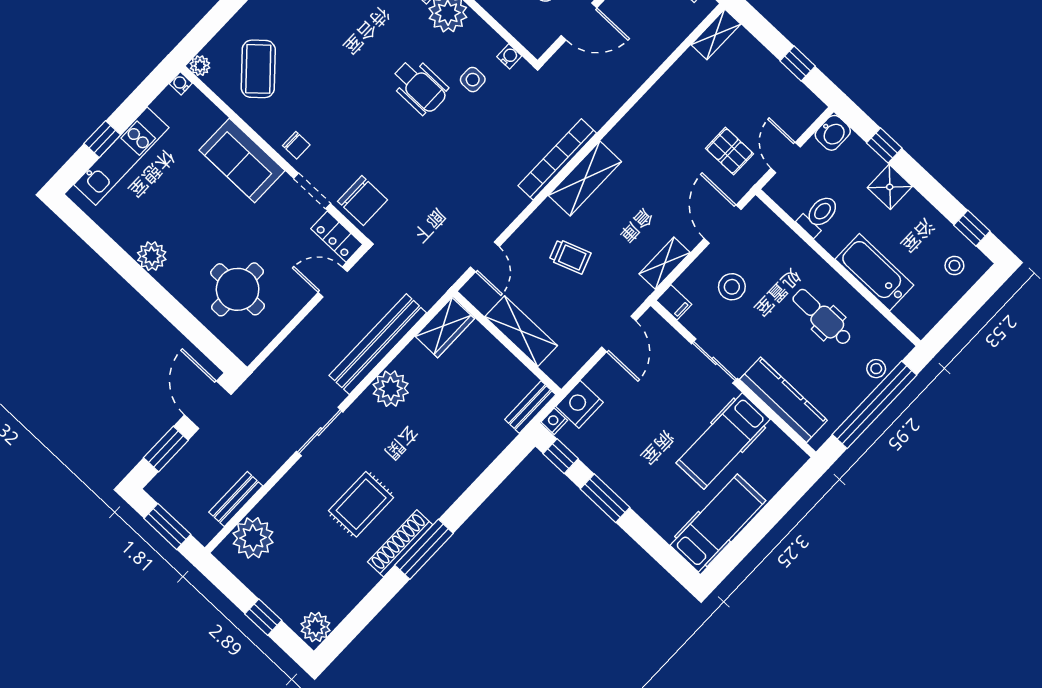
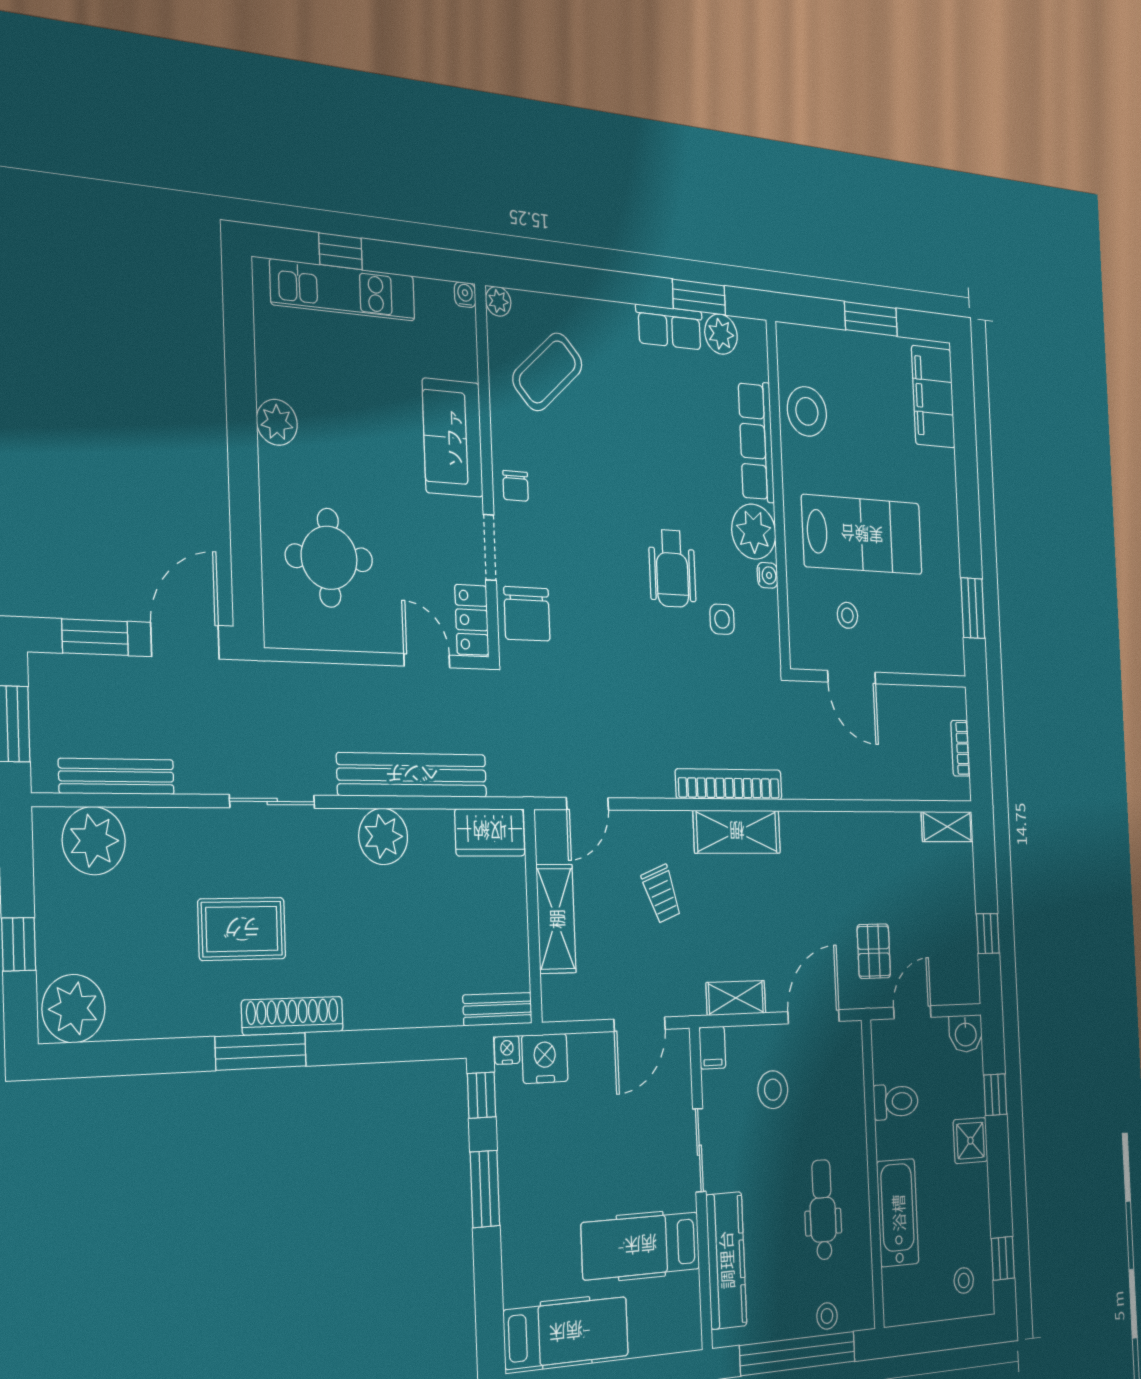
water cooler: (509, 56) -> (767, 575), moved
bench: (236, 499) -> (117, 776), width x1.36
shoe rack: (400, 543) -> (293, 1016), moved
plant: (315, 627) -> (74, 1009), width x1.36, depth x1.36

